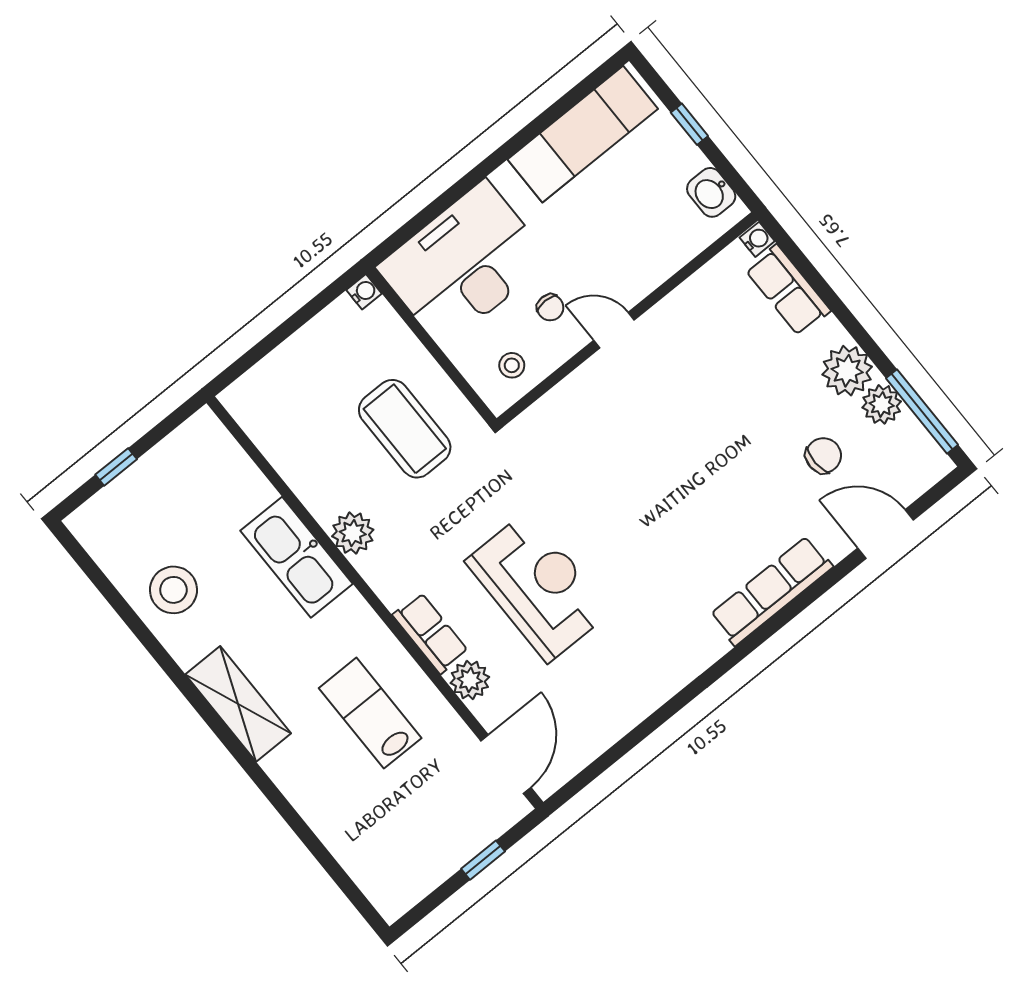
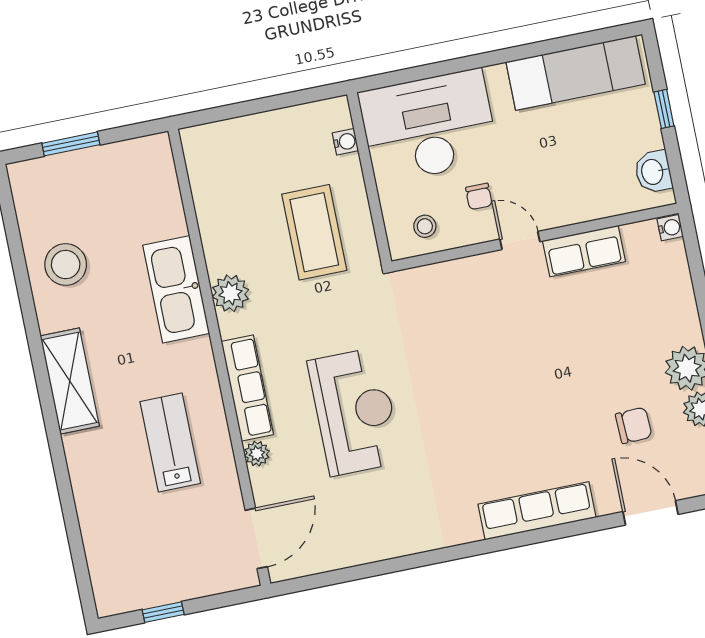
row of seats: (788, 290) -> (584, 251), moved, turned -90
water cooler: (364, 292) -> (345, 142), moved
window: (116, 467) -> (71, 144), width x1.50
row of seats: (430, 633) -> (247, 388), width x1.48
plant: (470, 680) -> (257, 454), width x0.73, depth x0.73
window: (483, 860) -> (163, 612), moved

